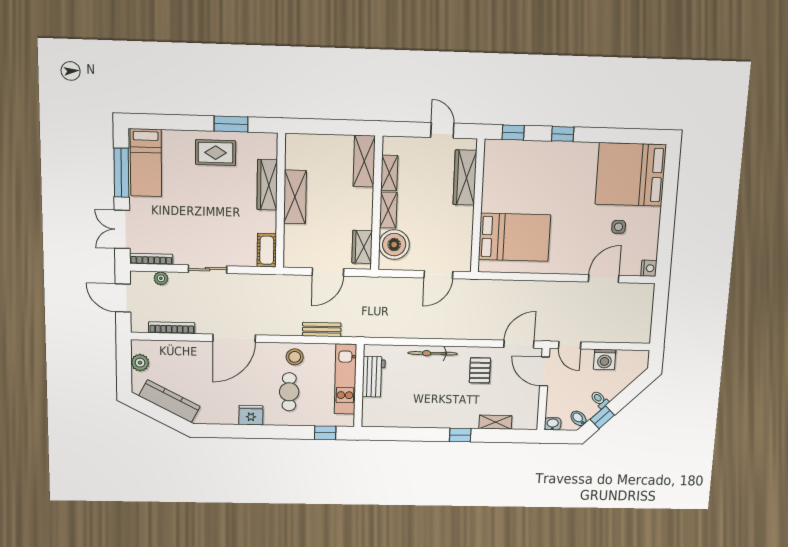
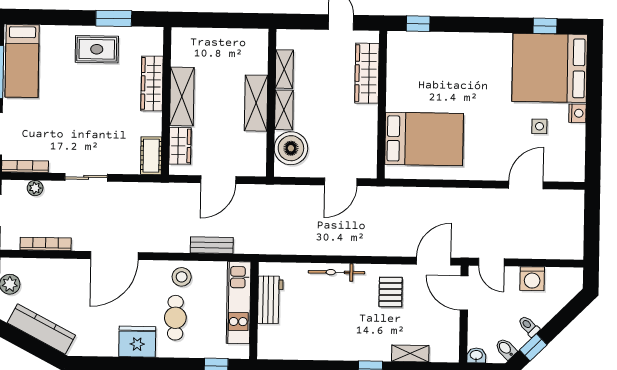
window: (563, 134) -> (545, 26), moved
shelving: (364, 161) -> (256, 103), moved
wardrobe: (362, 247) -> (180, 146), moved, turned 180
nightstand: (649, 268) -> (577, 113), moved
fridge: (251, 415) -> (137, 342), width x1.36, depth x1.34

